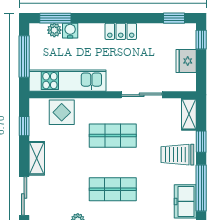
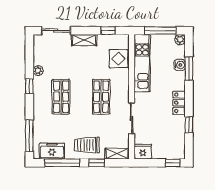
window: (55, 18) -> (189, 69), moved
window: (174, 18) -> (189, 125), moved
plant: (54, 30) -> (180, 40), moved
fridge: (186, 61) -> (143, 152), moved
trolley: (177, 155) -> (87, 145), turned -90

